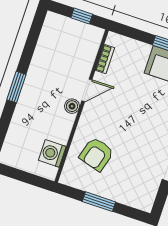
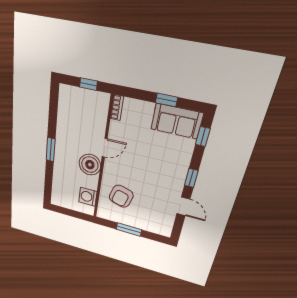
bookcase: (105, 59) -> (117, 108), moved
boiler: (72, 106) -> (90, 165), width x1.86, depth x1.86

